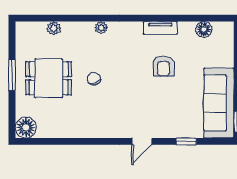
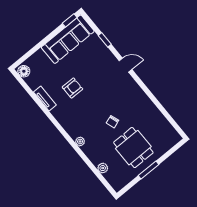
tv unit: (160, 28) -> (45, 99), moved
floor lamp: (204, 29) -> (24, 71), moved
floor lamp: (26, 128) -> (172, 137), removed

